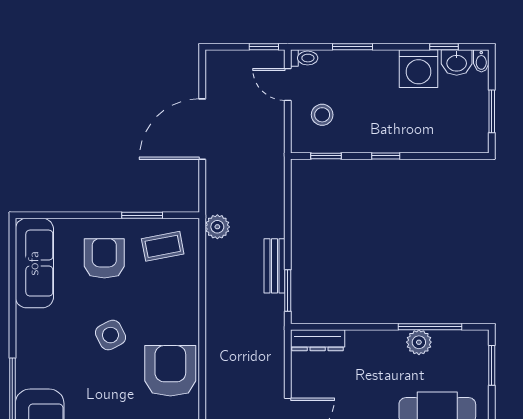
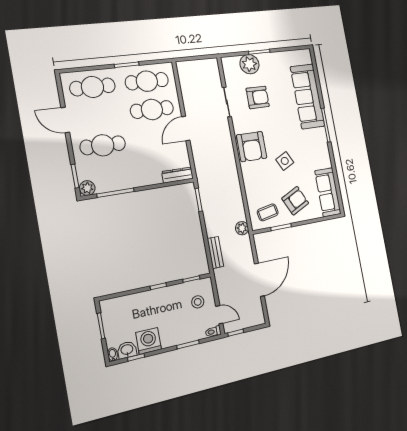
armchair: (104, 258) -> (295, 201), turned -116
bench: (274, 266) -> (215, 252), moved
plant: (419, 342) -> (87, 188), moved

